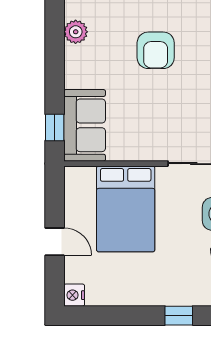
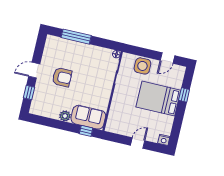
plant: (76, 32) -> (65, 116), moved
bed: (126, 209) -> (158, 99), moved, turned 180

